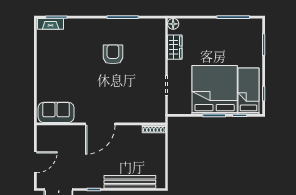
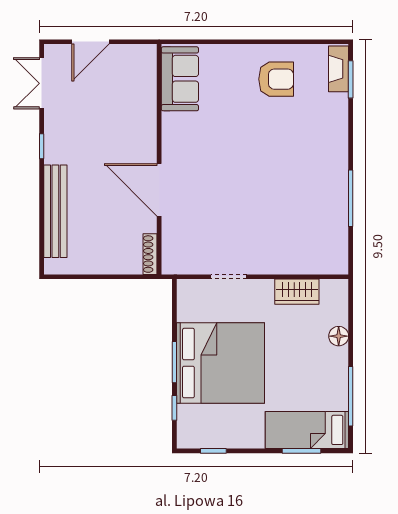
floor lamp: (173, 24) -> (339, 336), moved
armchair: (113, 54) -> (276, 79), moved
bed: (249, 91) -> (307, 430), moved, turned 180
door: (100, 124) -> (159, 190), moved
door: (35, 162) -> (91, 42), hinge flipped

